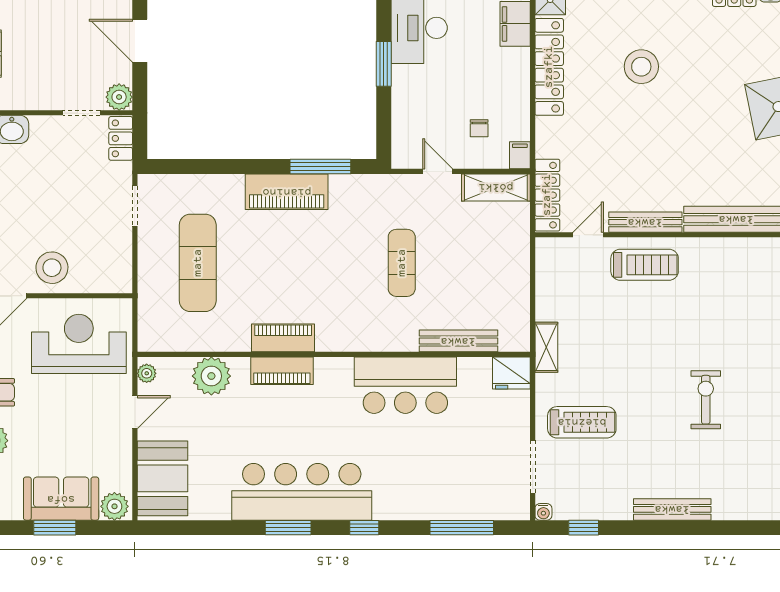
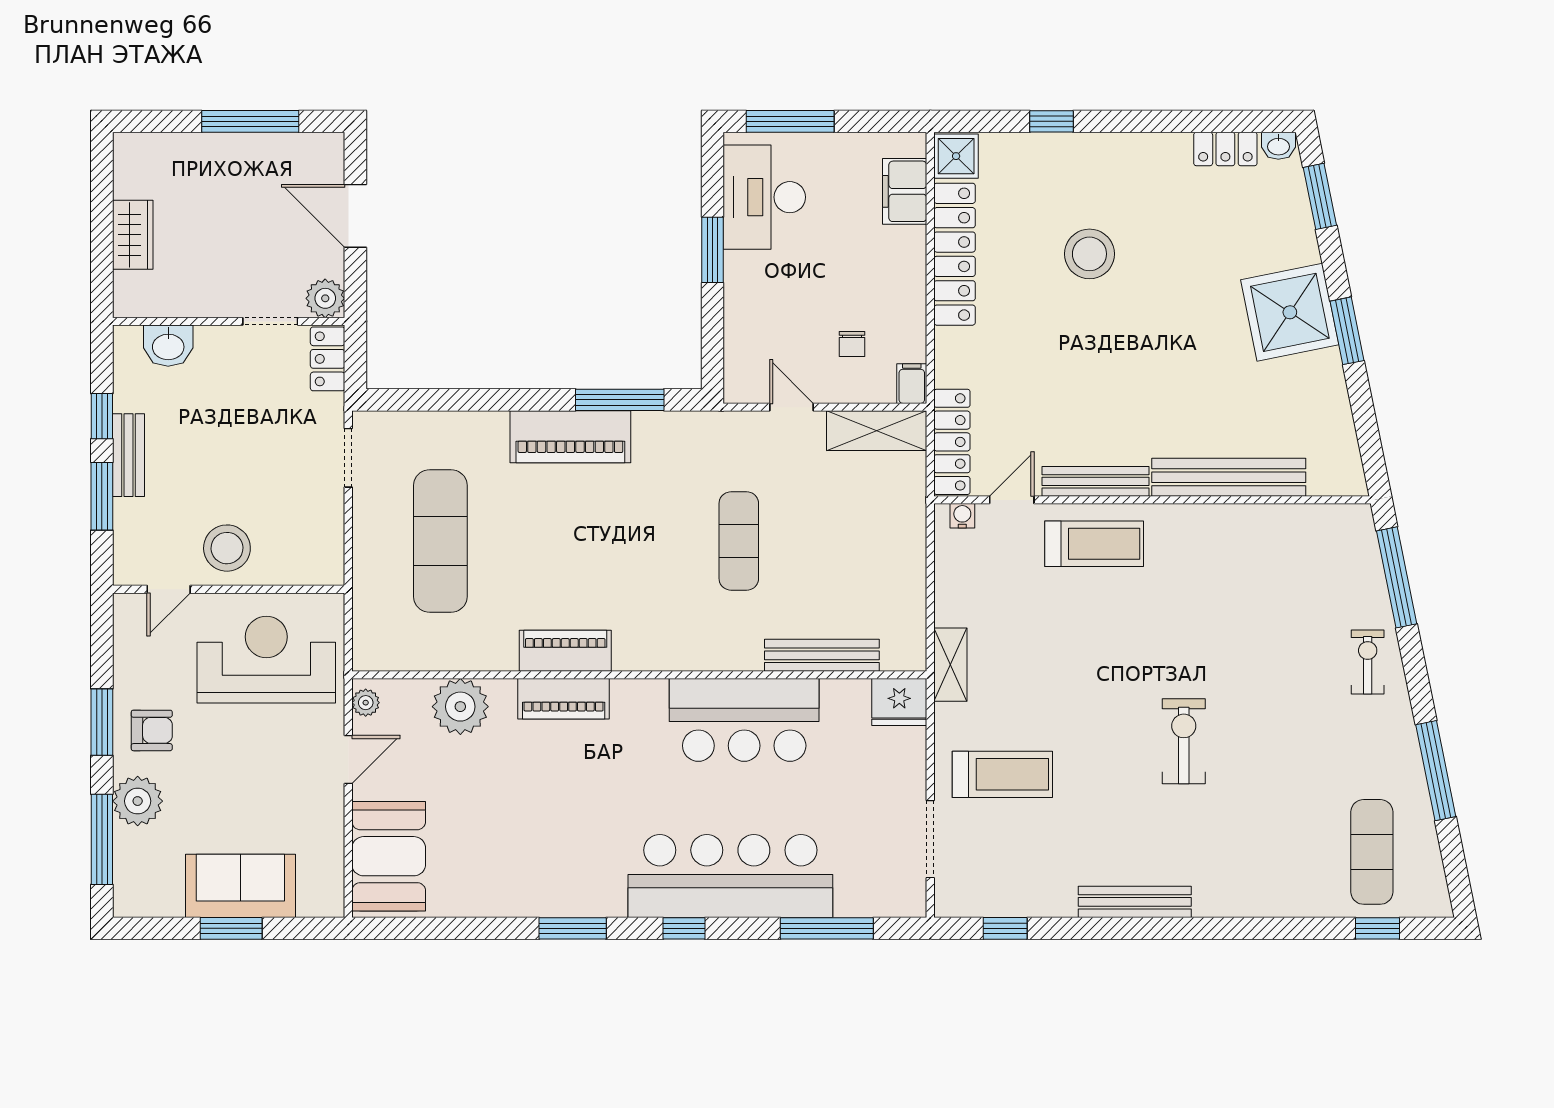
bar counter: (302, 492) -> (730, 876), moved
plant: (114, 506) -> (319, 897), removed
water cooler: (543, 512) -> (962, 516), moved, turned 180

